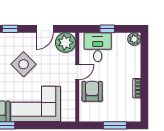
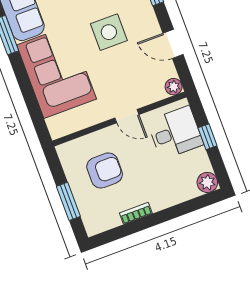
plant: (65, 43) -> (174, 87), width x0.53, depth x0.53
side table: (24, 64) -> (109, 32), turned 45
armchair: (92, 91) -> (105, 170), moved

